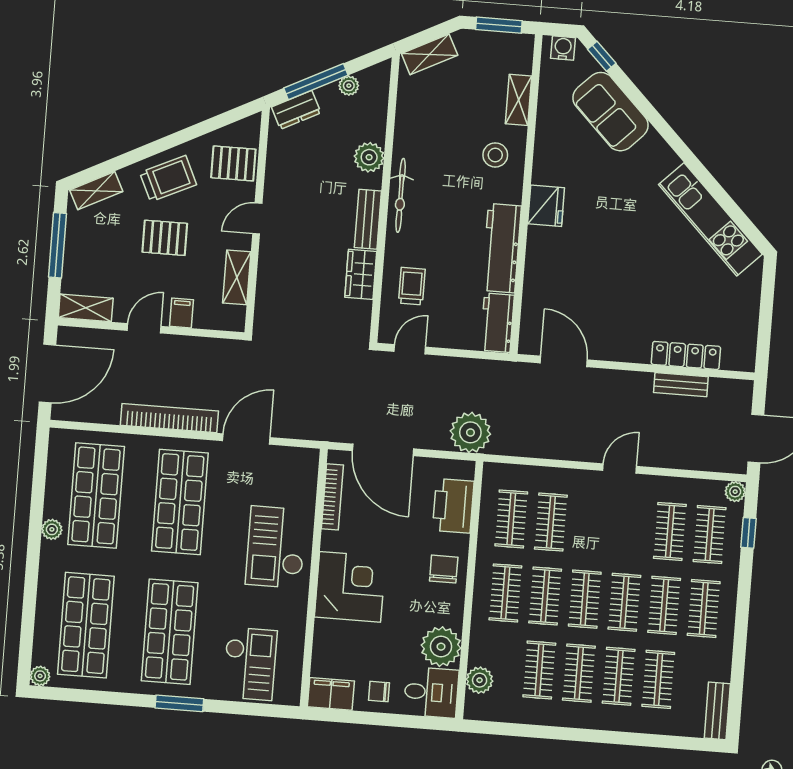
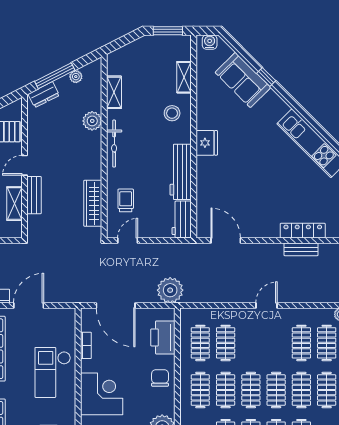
shelving: (430, 54) -> (114, 92), moved, turned -63
window: (602, 56) -> (266, 77), moved
bench: (368, 219) -> (34, 195), moved
wardrobe: (361, 274) -> (93, 203), width x1.50
bookcase: (332, 497) -> (86, 345), width x0.64

